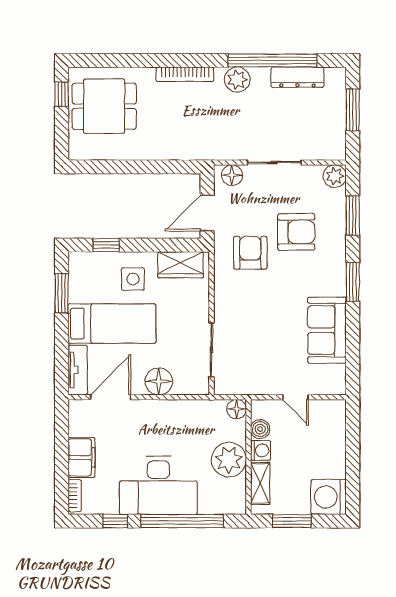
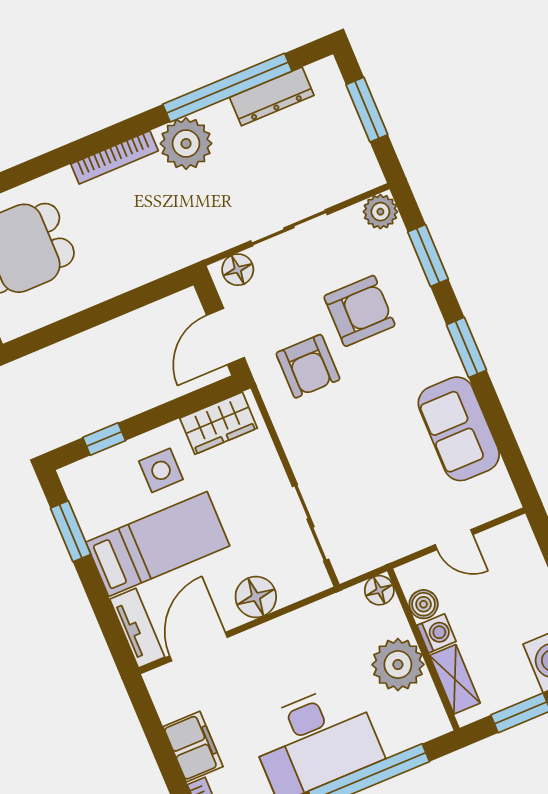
plant: (237, 80) -> (186, 144), width x1.36, depth x1.36
armchair: (250, 253) -> (308, 366), turned 180

